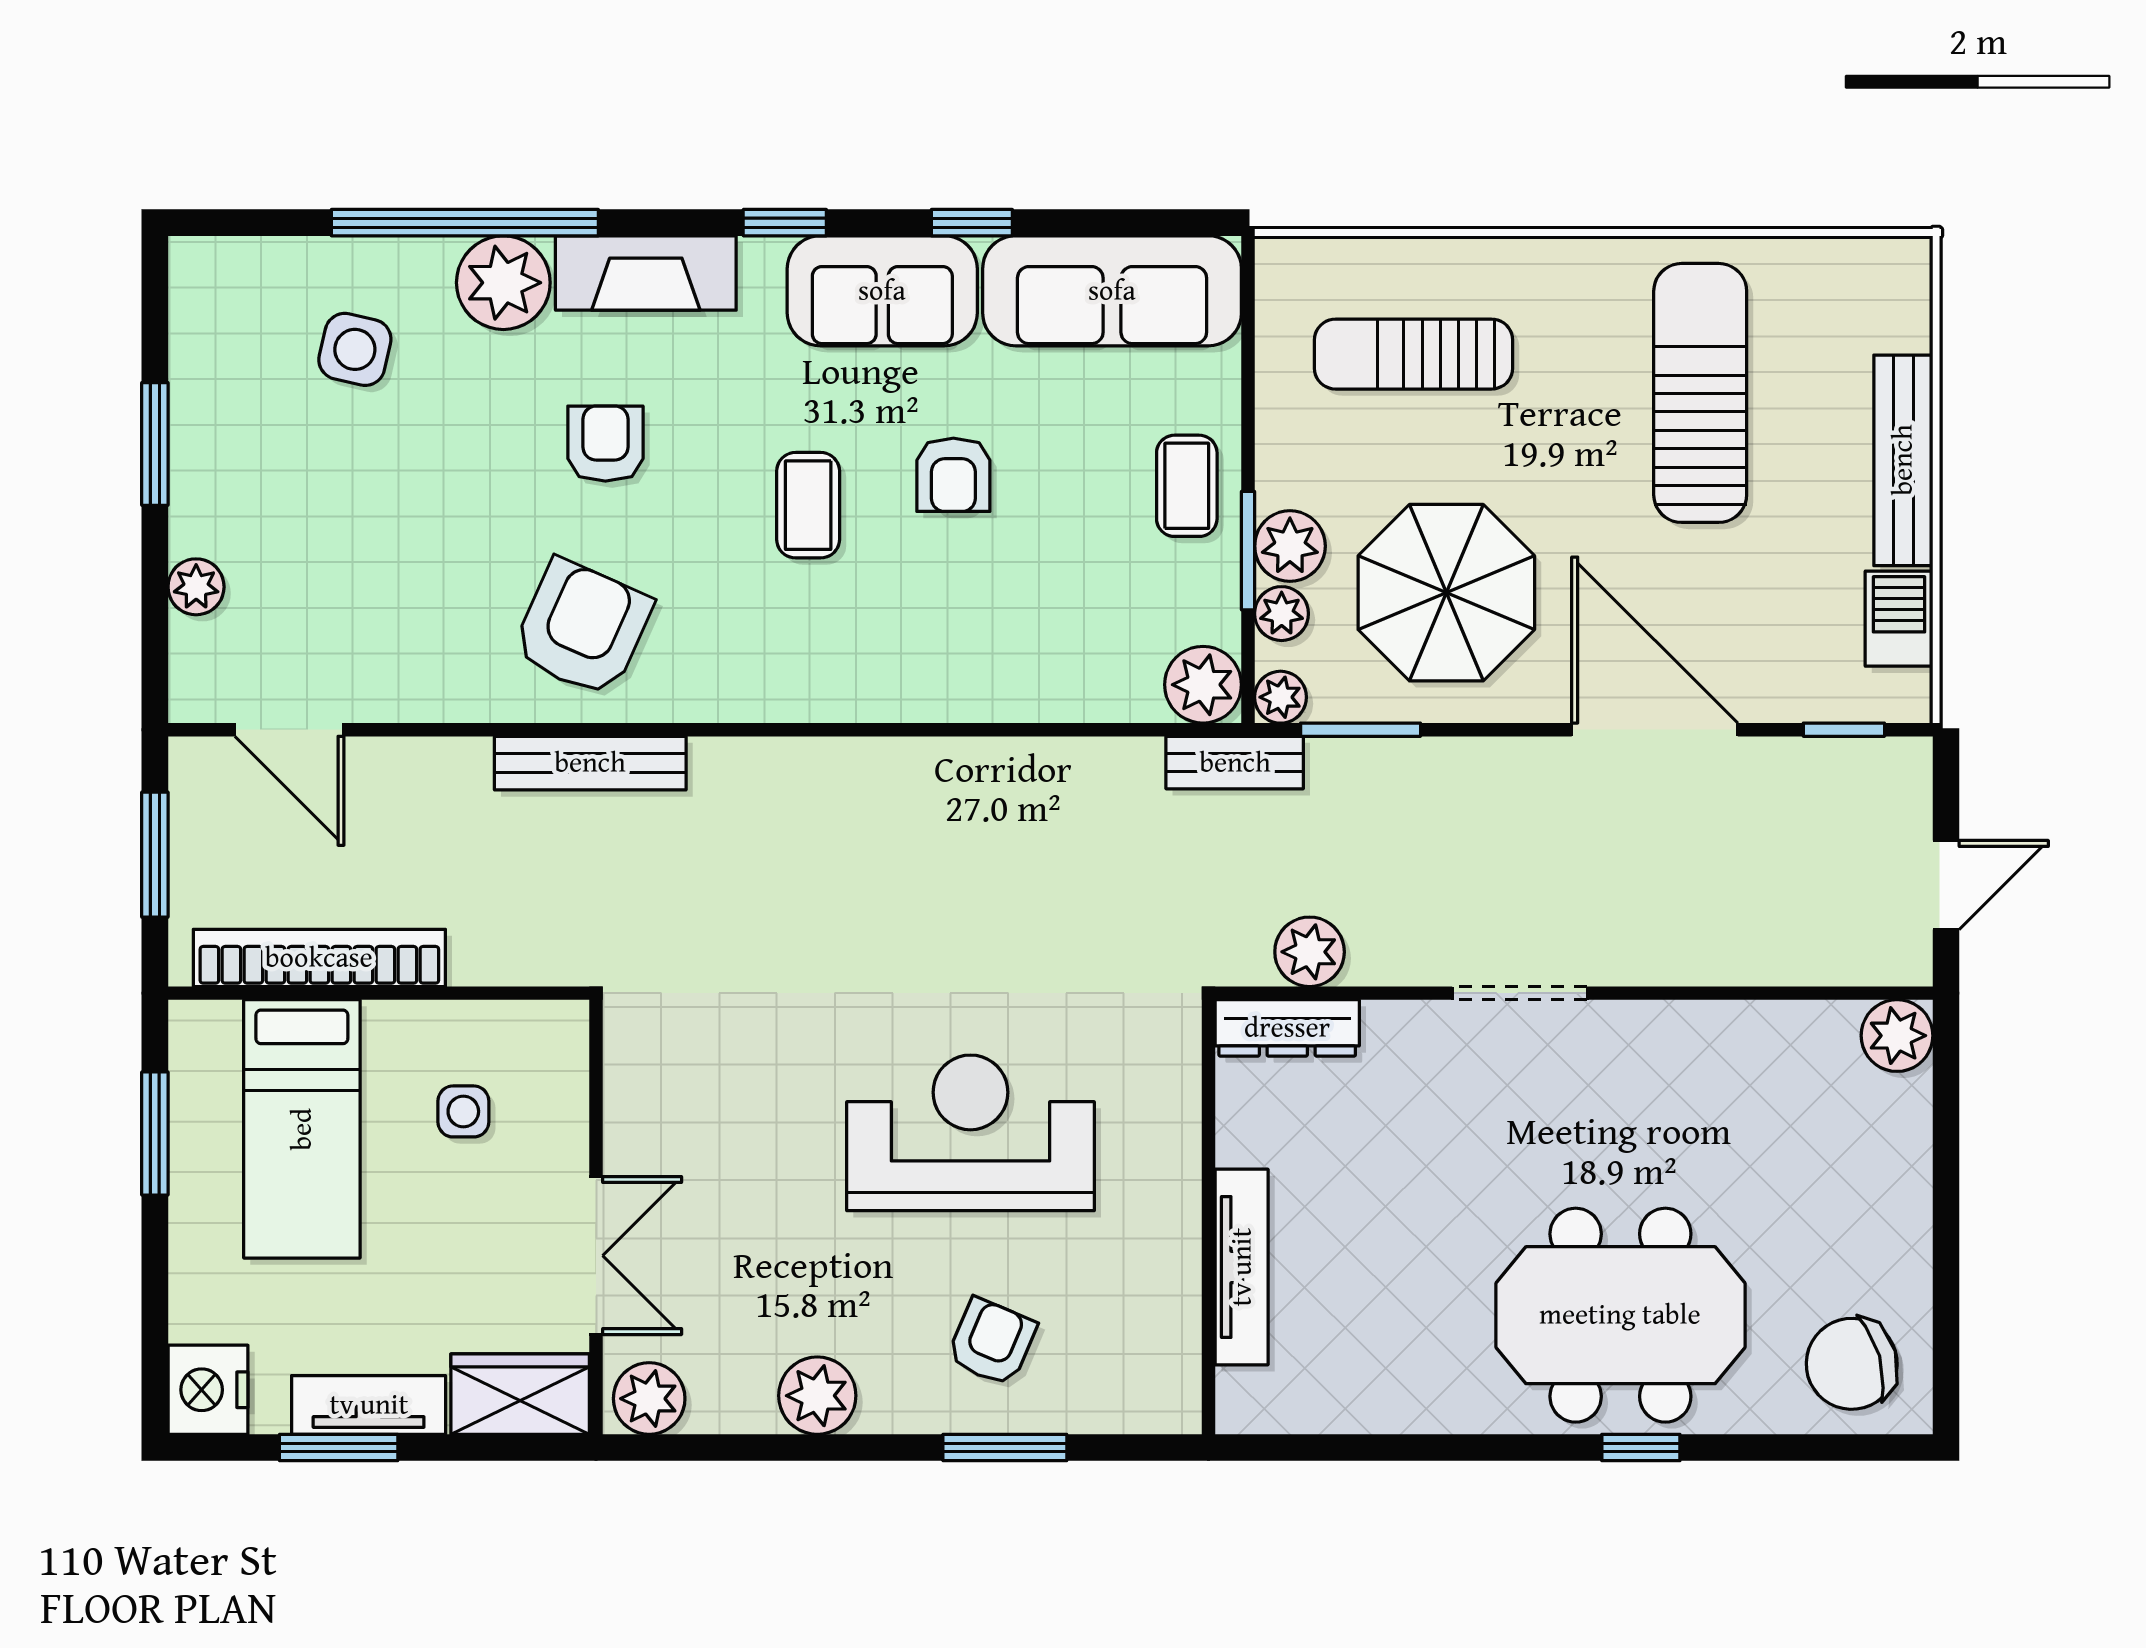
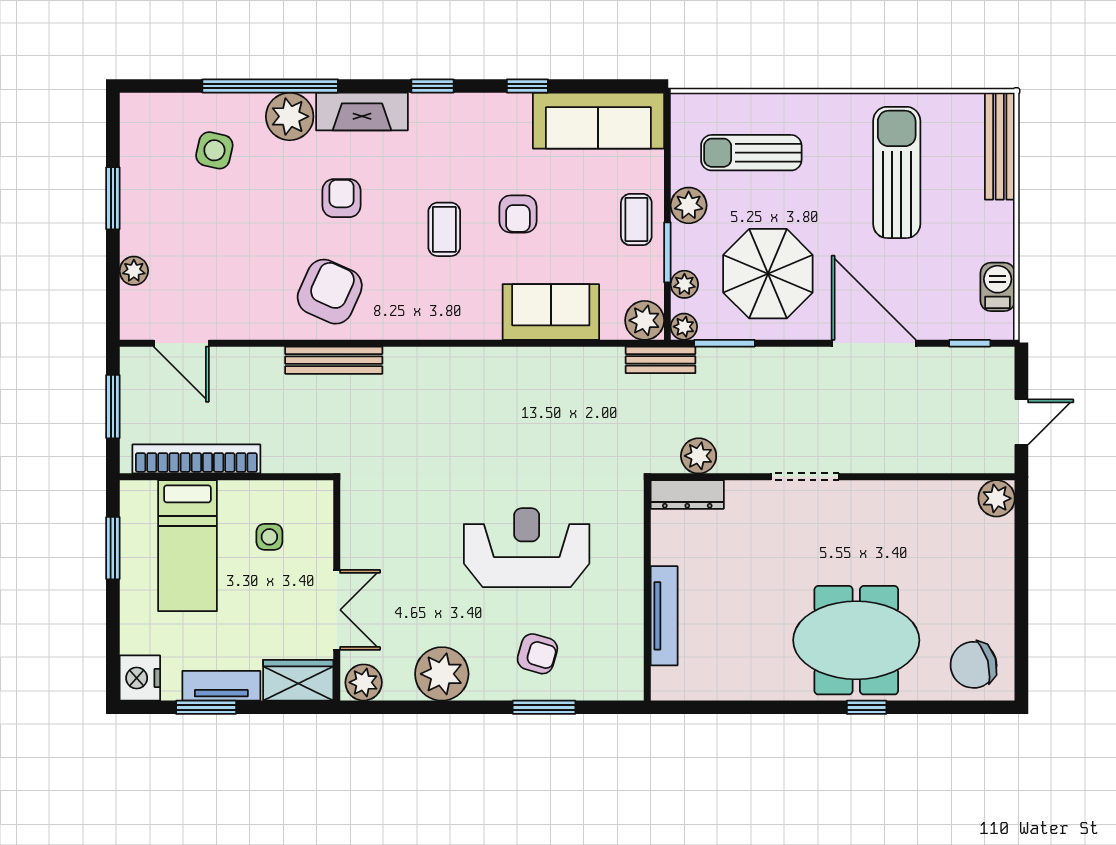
sofa: (882, 291) -> (551, 312), moved, turned 180
bench: (1903, 460) -> (1000, 146), moved
plant: (1290, 546) -> (689, 205), moved
armchair: (992, 1342) -> (537, 654), turned 83
plant: (817, 1396) -> (442, 674), width x1.36, depth x1.36

